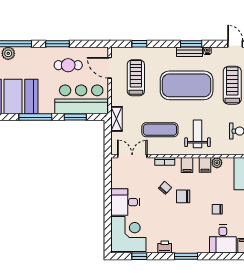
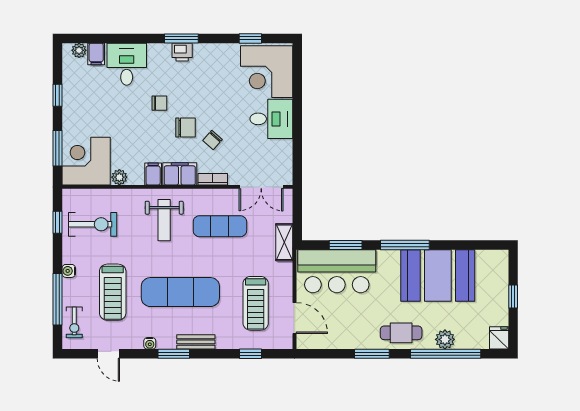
bench: (189, 52) -> (196, 342), moved
cafe table: (68, 65) -> (401, 333), moved
exercise mat: (187, 85) -> (180, 292), width x0.68
plant: (217, 163) -> (119, 177), moved
filing cabinet: (187, 165) -> (180, 174), width x2.00
chair: (217, 209) -> (159, 103), moved
printer: (165, 247) -> (182, 52), moved

